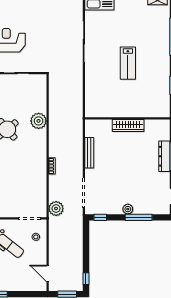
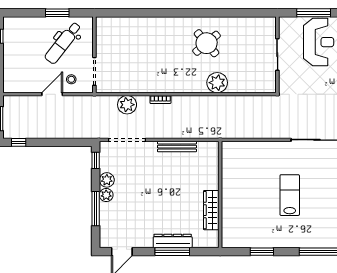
lab bench: (128, 63) -> (290, 195), turned 90
wardrobe: (128, 126) -> (211, 210), moved
plant: (56, 209) -> (127, 105), moved
plant: (116, 209) -> (107, 180), added
door: (48, 274) -> (52, 94), moved

